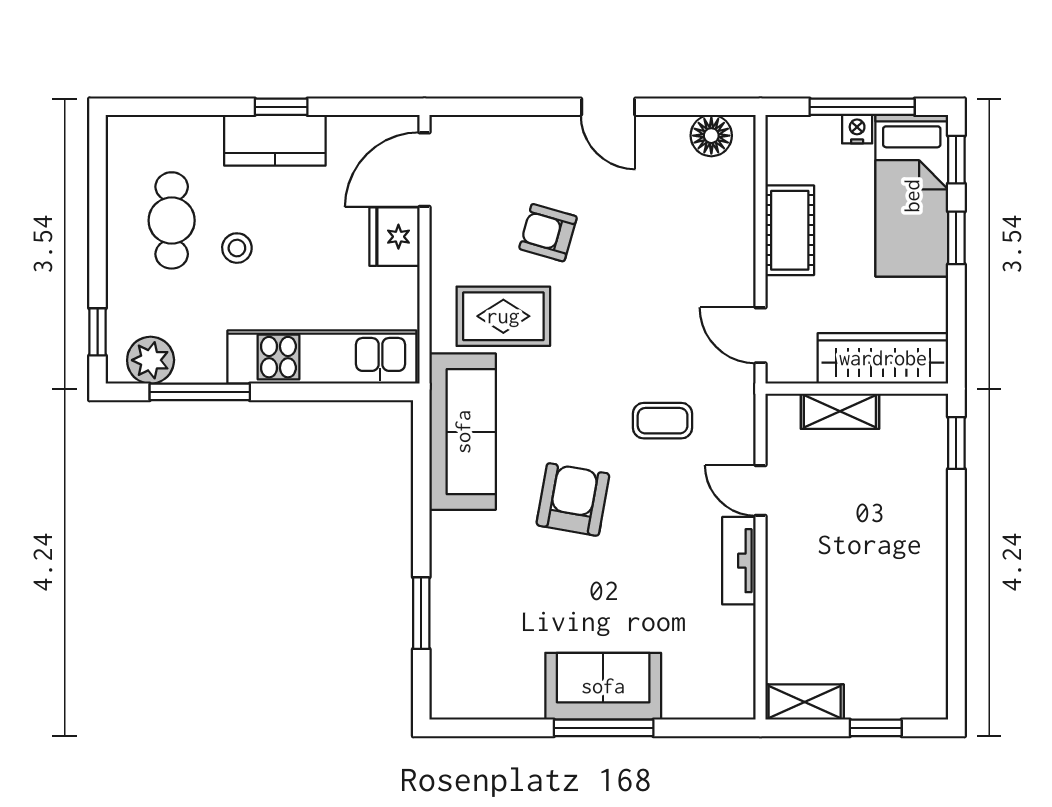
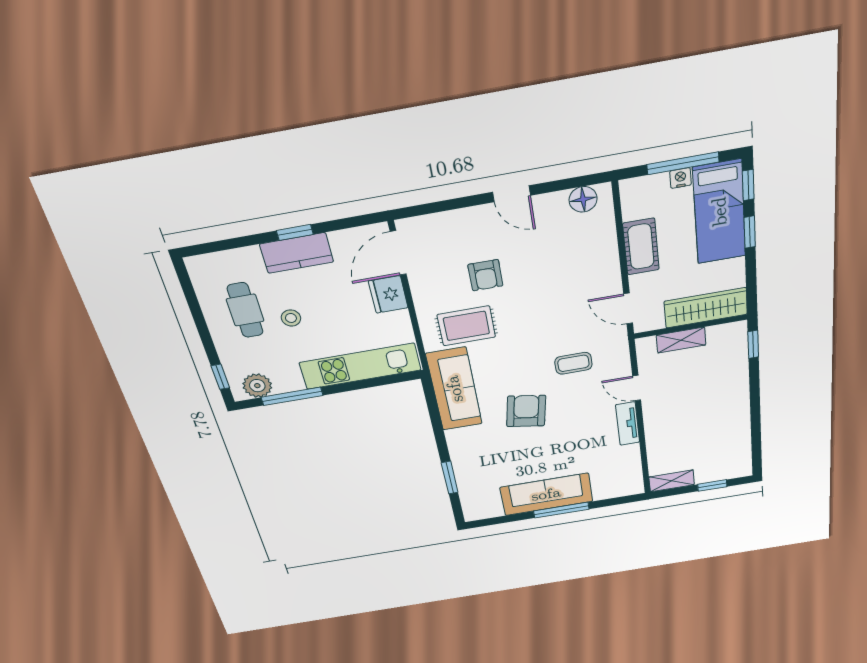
armchair: (548, 233) -> (485, 275), turned -106
sofa: (603, 686) -> (546, 494), width x1.36

